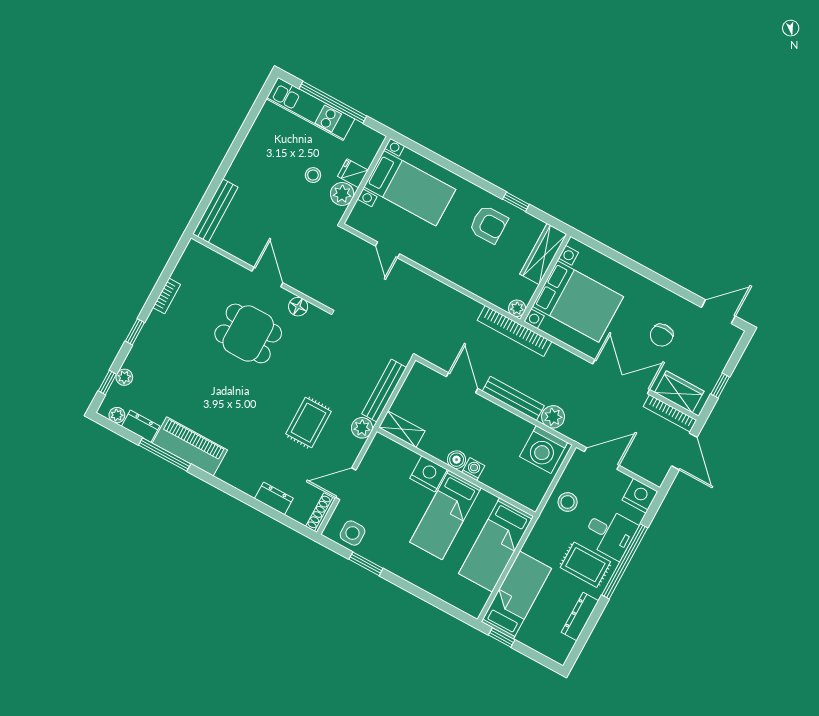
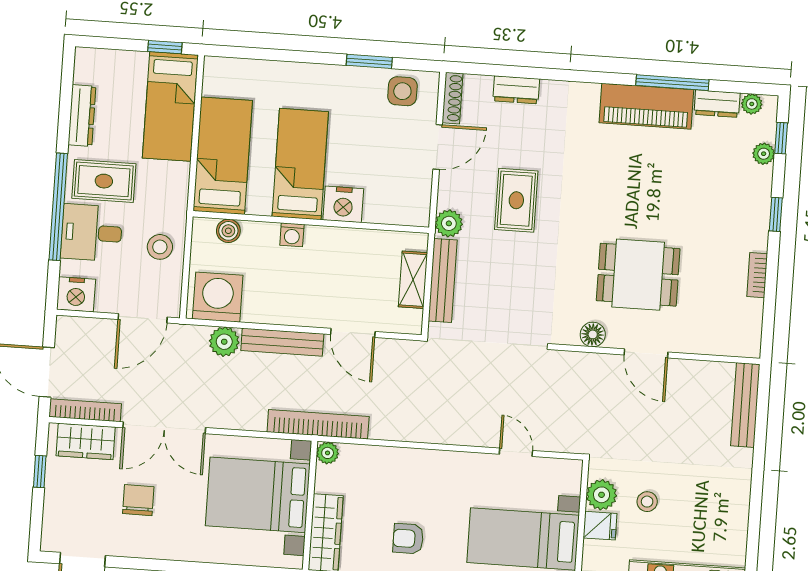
armchair: (488, 224) -> (408, 539), width x0.72, depth x0.72
shelving: (402, 429) -> (413, 280), moved, turned 90
boiler: (457, 460) -> (228, 231), moved

